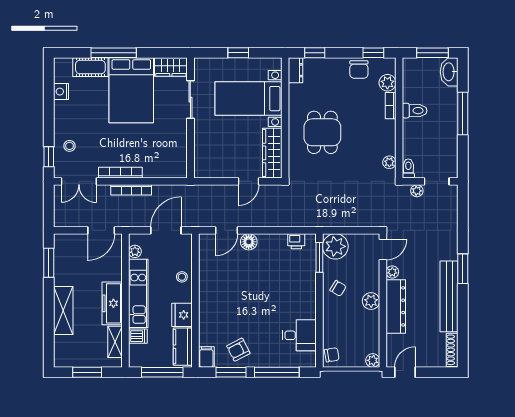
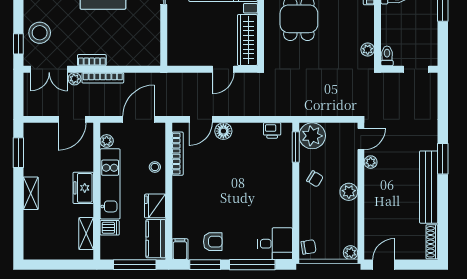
stool: (70, 146) -> (40, 33), width x1.89, depth x1.89
bookcase: (120, 173) -> (92, 60), width x0.64
plant: (417, 191) -> (75, 79), moved
bookcase: (204, 264) -> (178, 154), added
freezer: (112, 303) -> (83, 188), width x0.71
dresser: (396, 306) -> (374, 197), removed
shelving: (63, 310) -> (31, 193), width x0.67, depth x0.75
desk: (299, 335) -> (275, 244), moved
armchair: (238, 350) -> (213, 242), turned -153
window: (87, 372) -> (58, 265), removed

